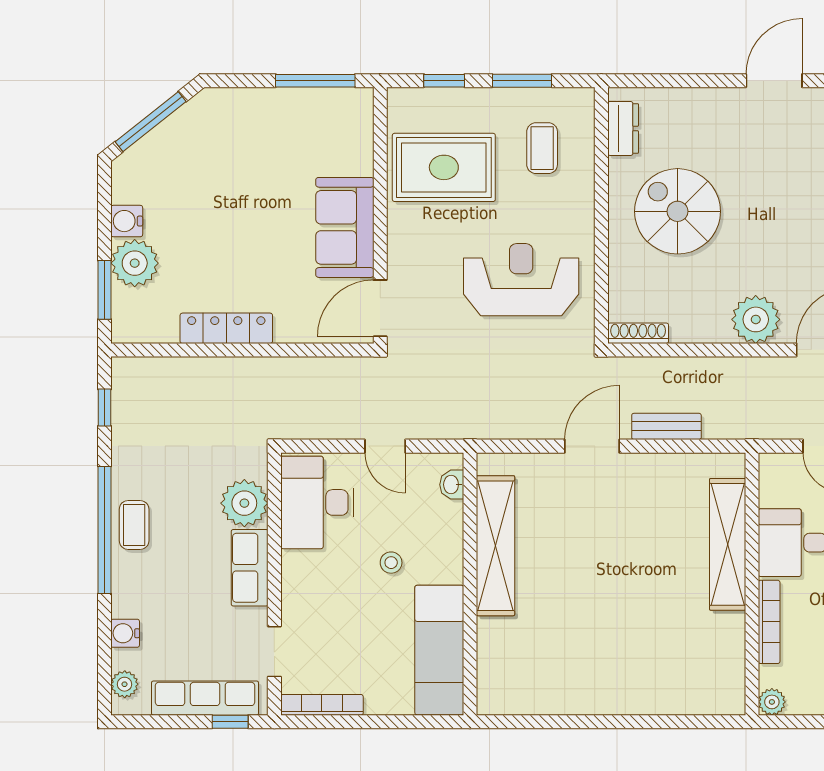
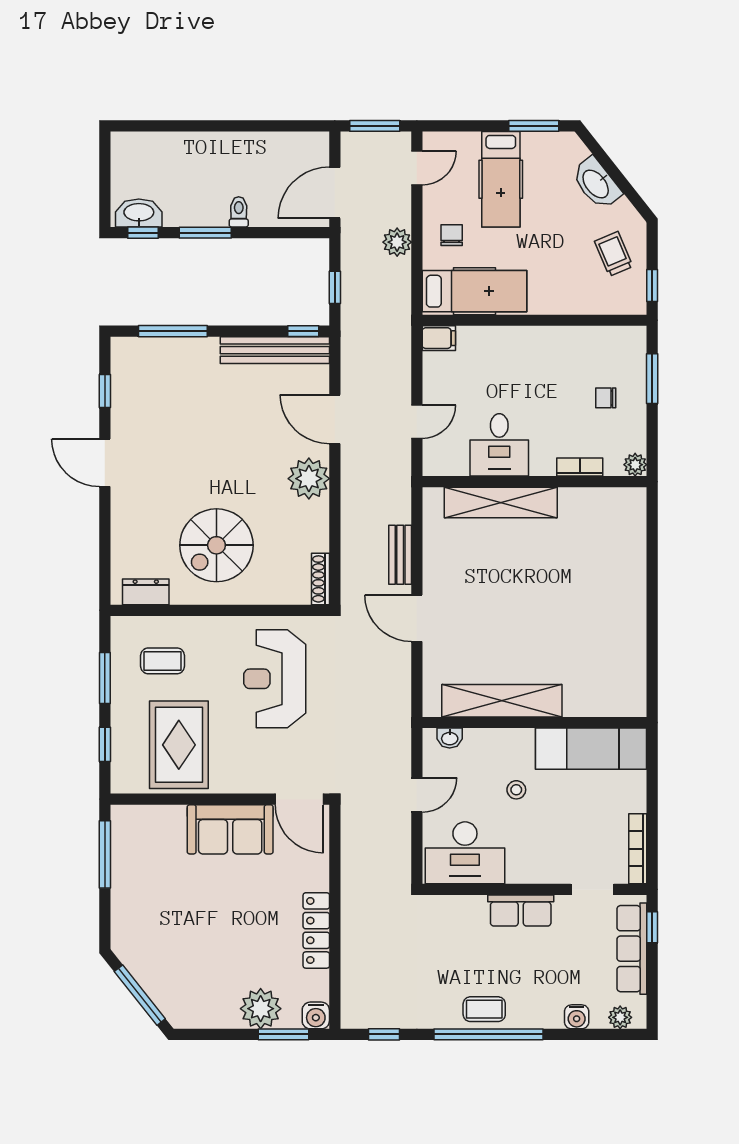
water cooler: (127, 221) -> (316, 1015), moved
plant: (244, 503) -> (466, 915), removed
bookcase: (769, 622) -> (580, 467), width x0.64

